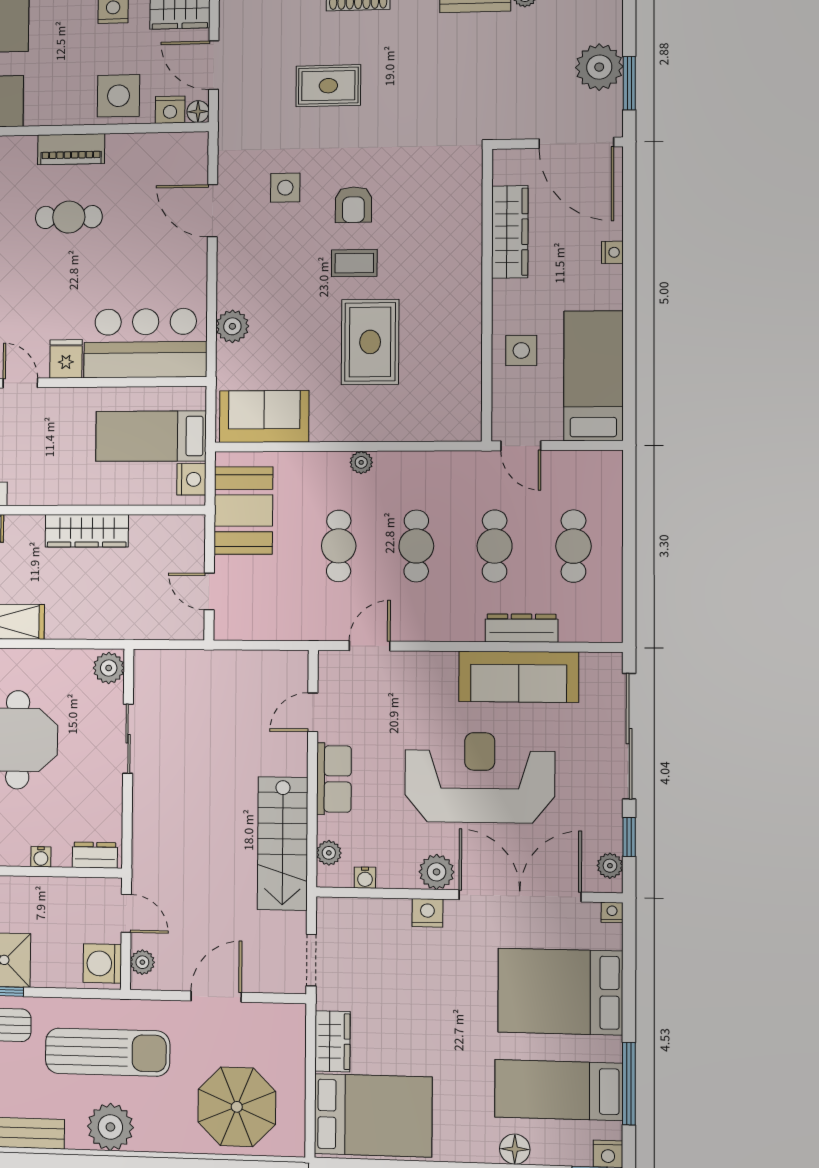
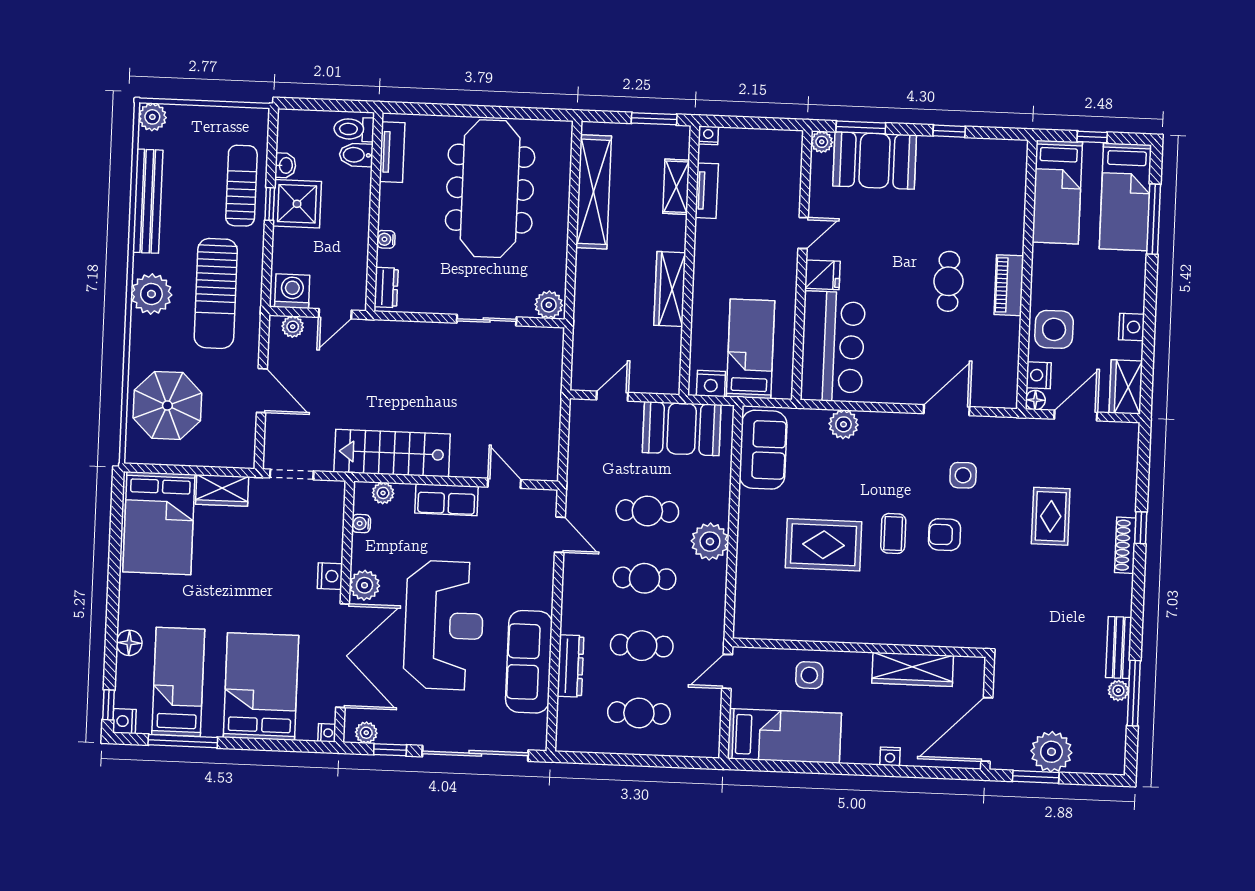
plant: (361, 462) -> (710, 542), width x1.88, depth x1.88

